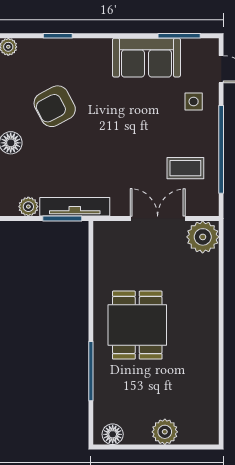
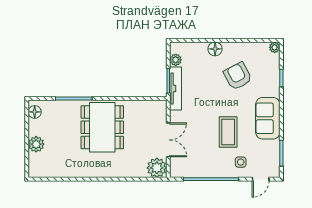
sofa: (146, 58) -> (268, 118), moved
coffee table: (185, 168) -> (228, 132), moved, width x1.36, depth x1.30
dining table: (137, 325) -> (102, 127), width x1.38

